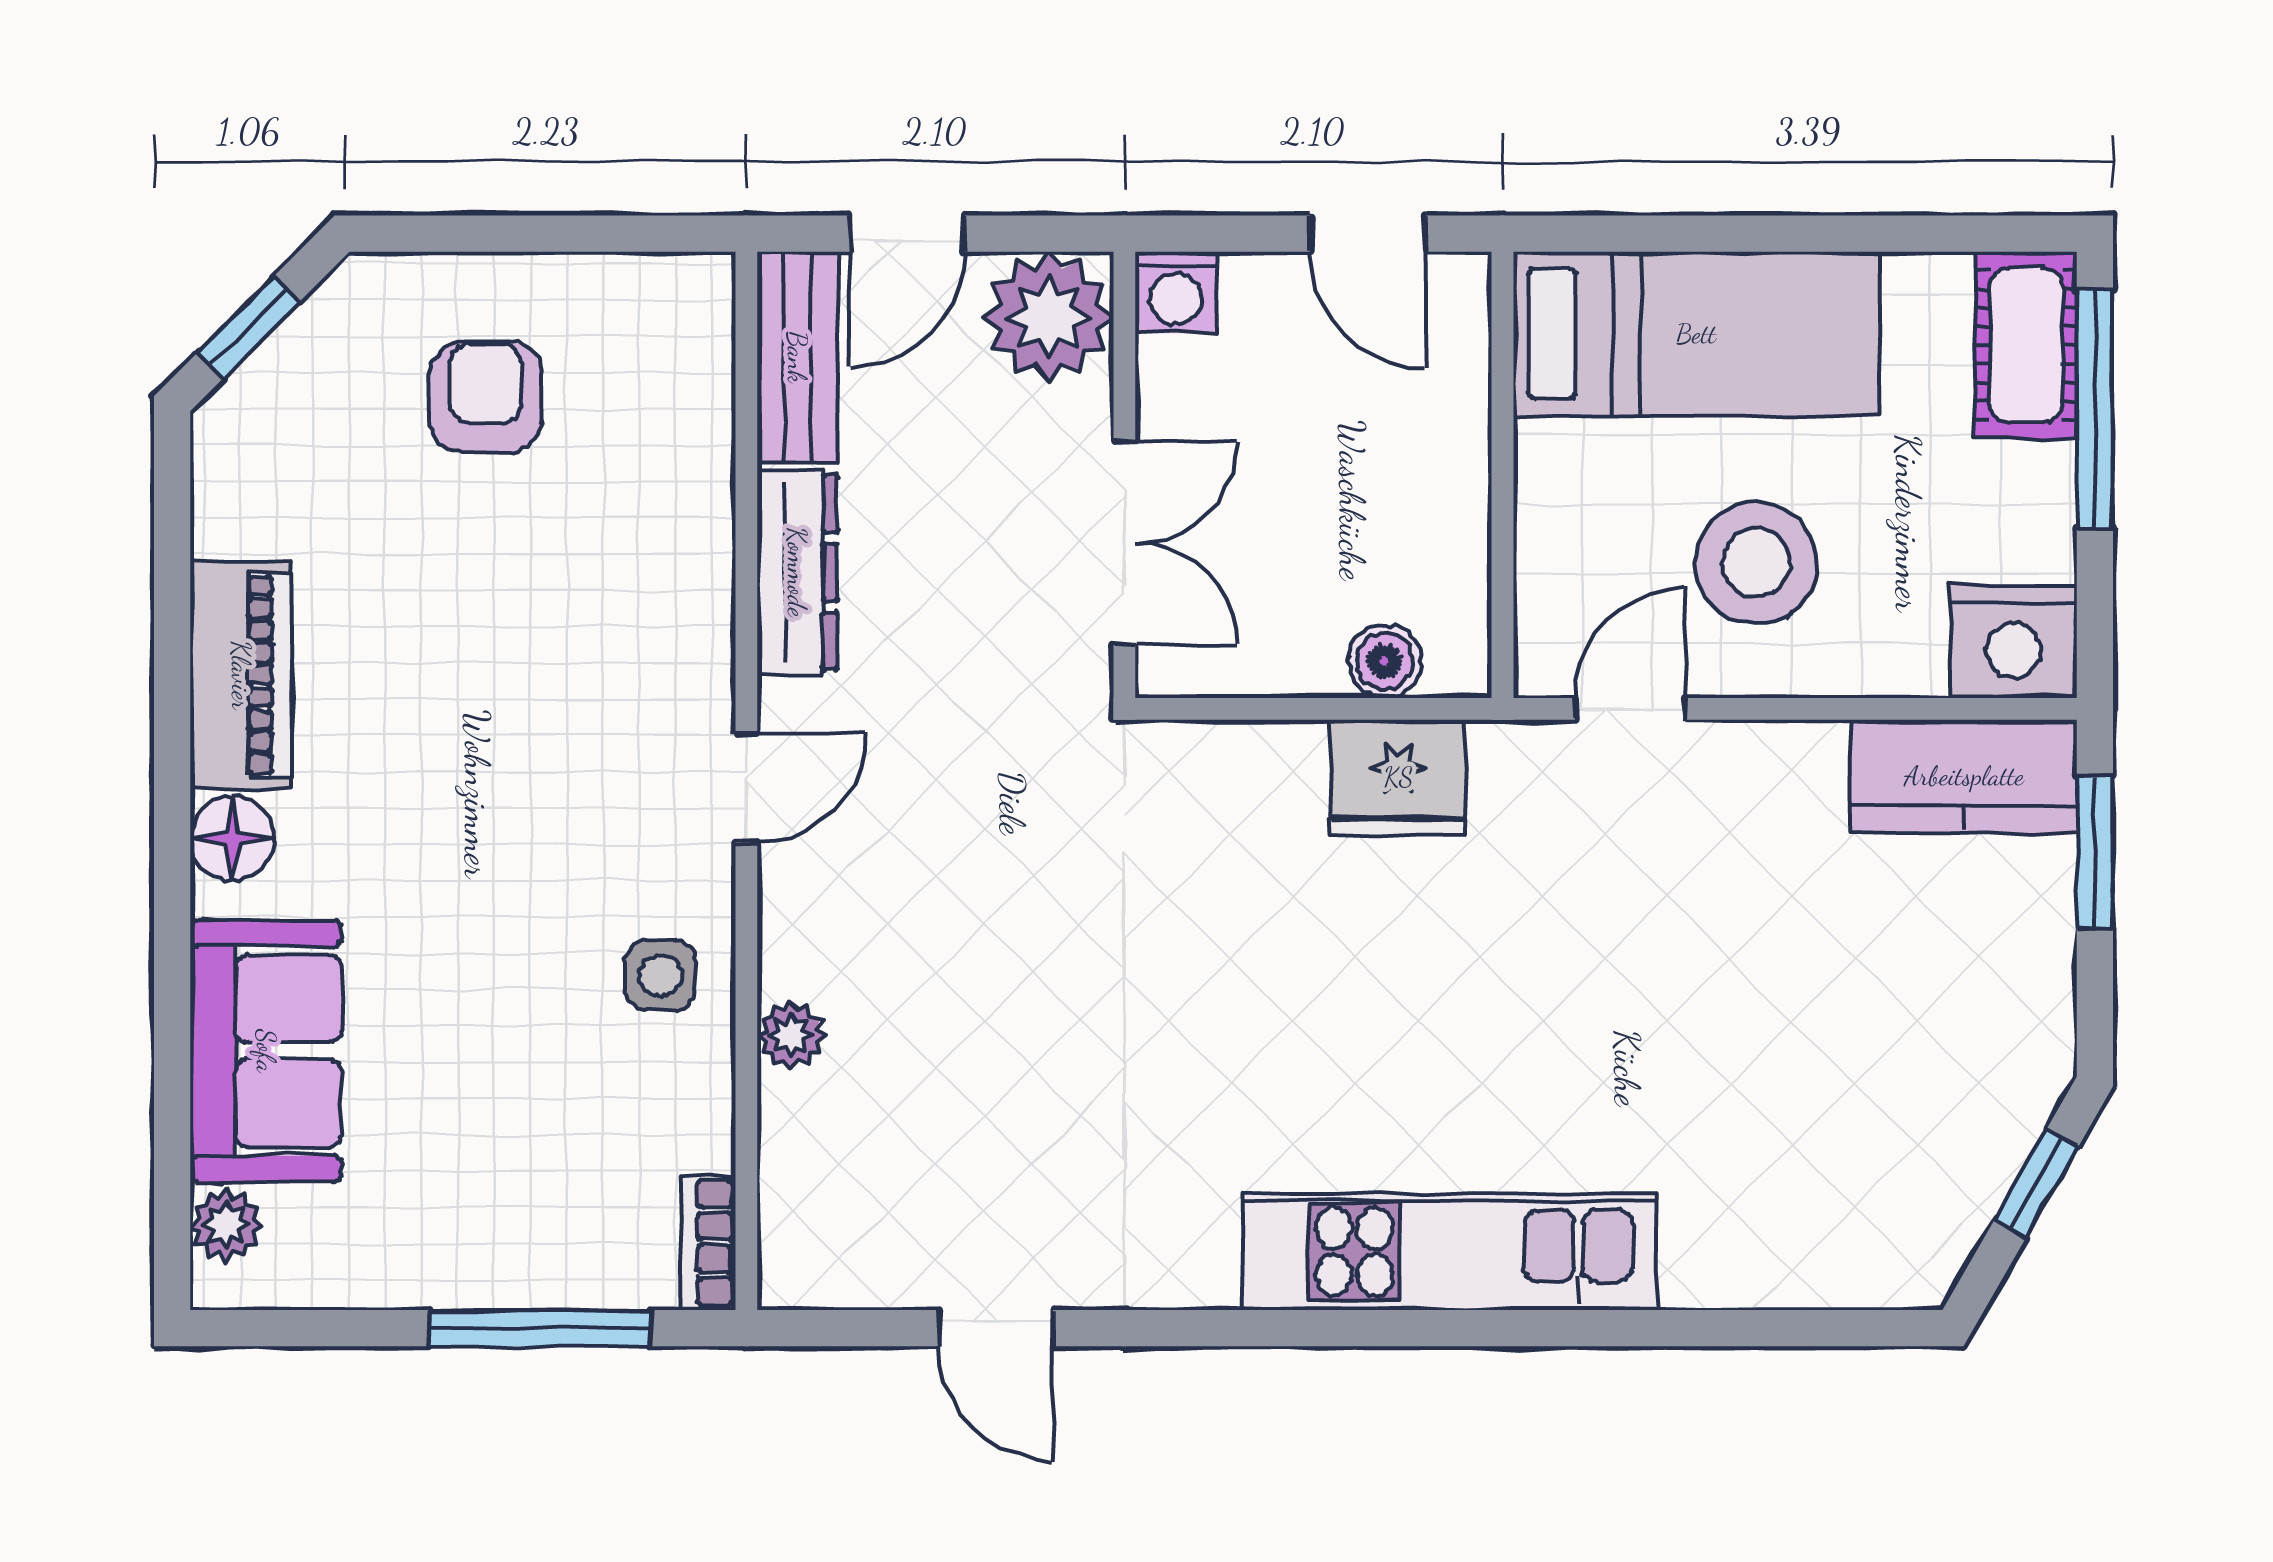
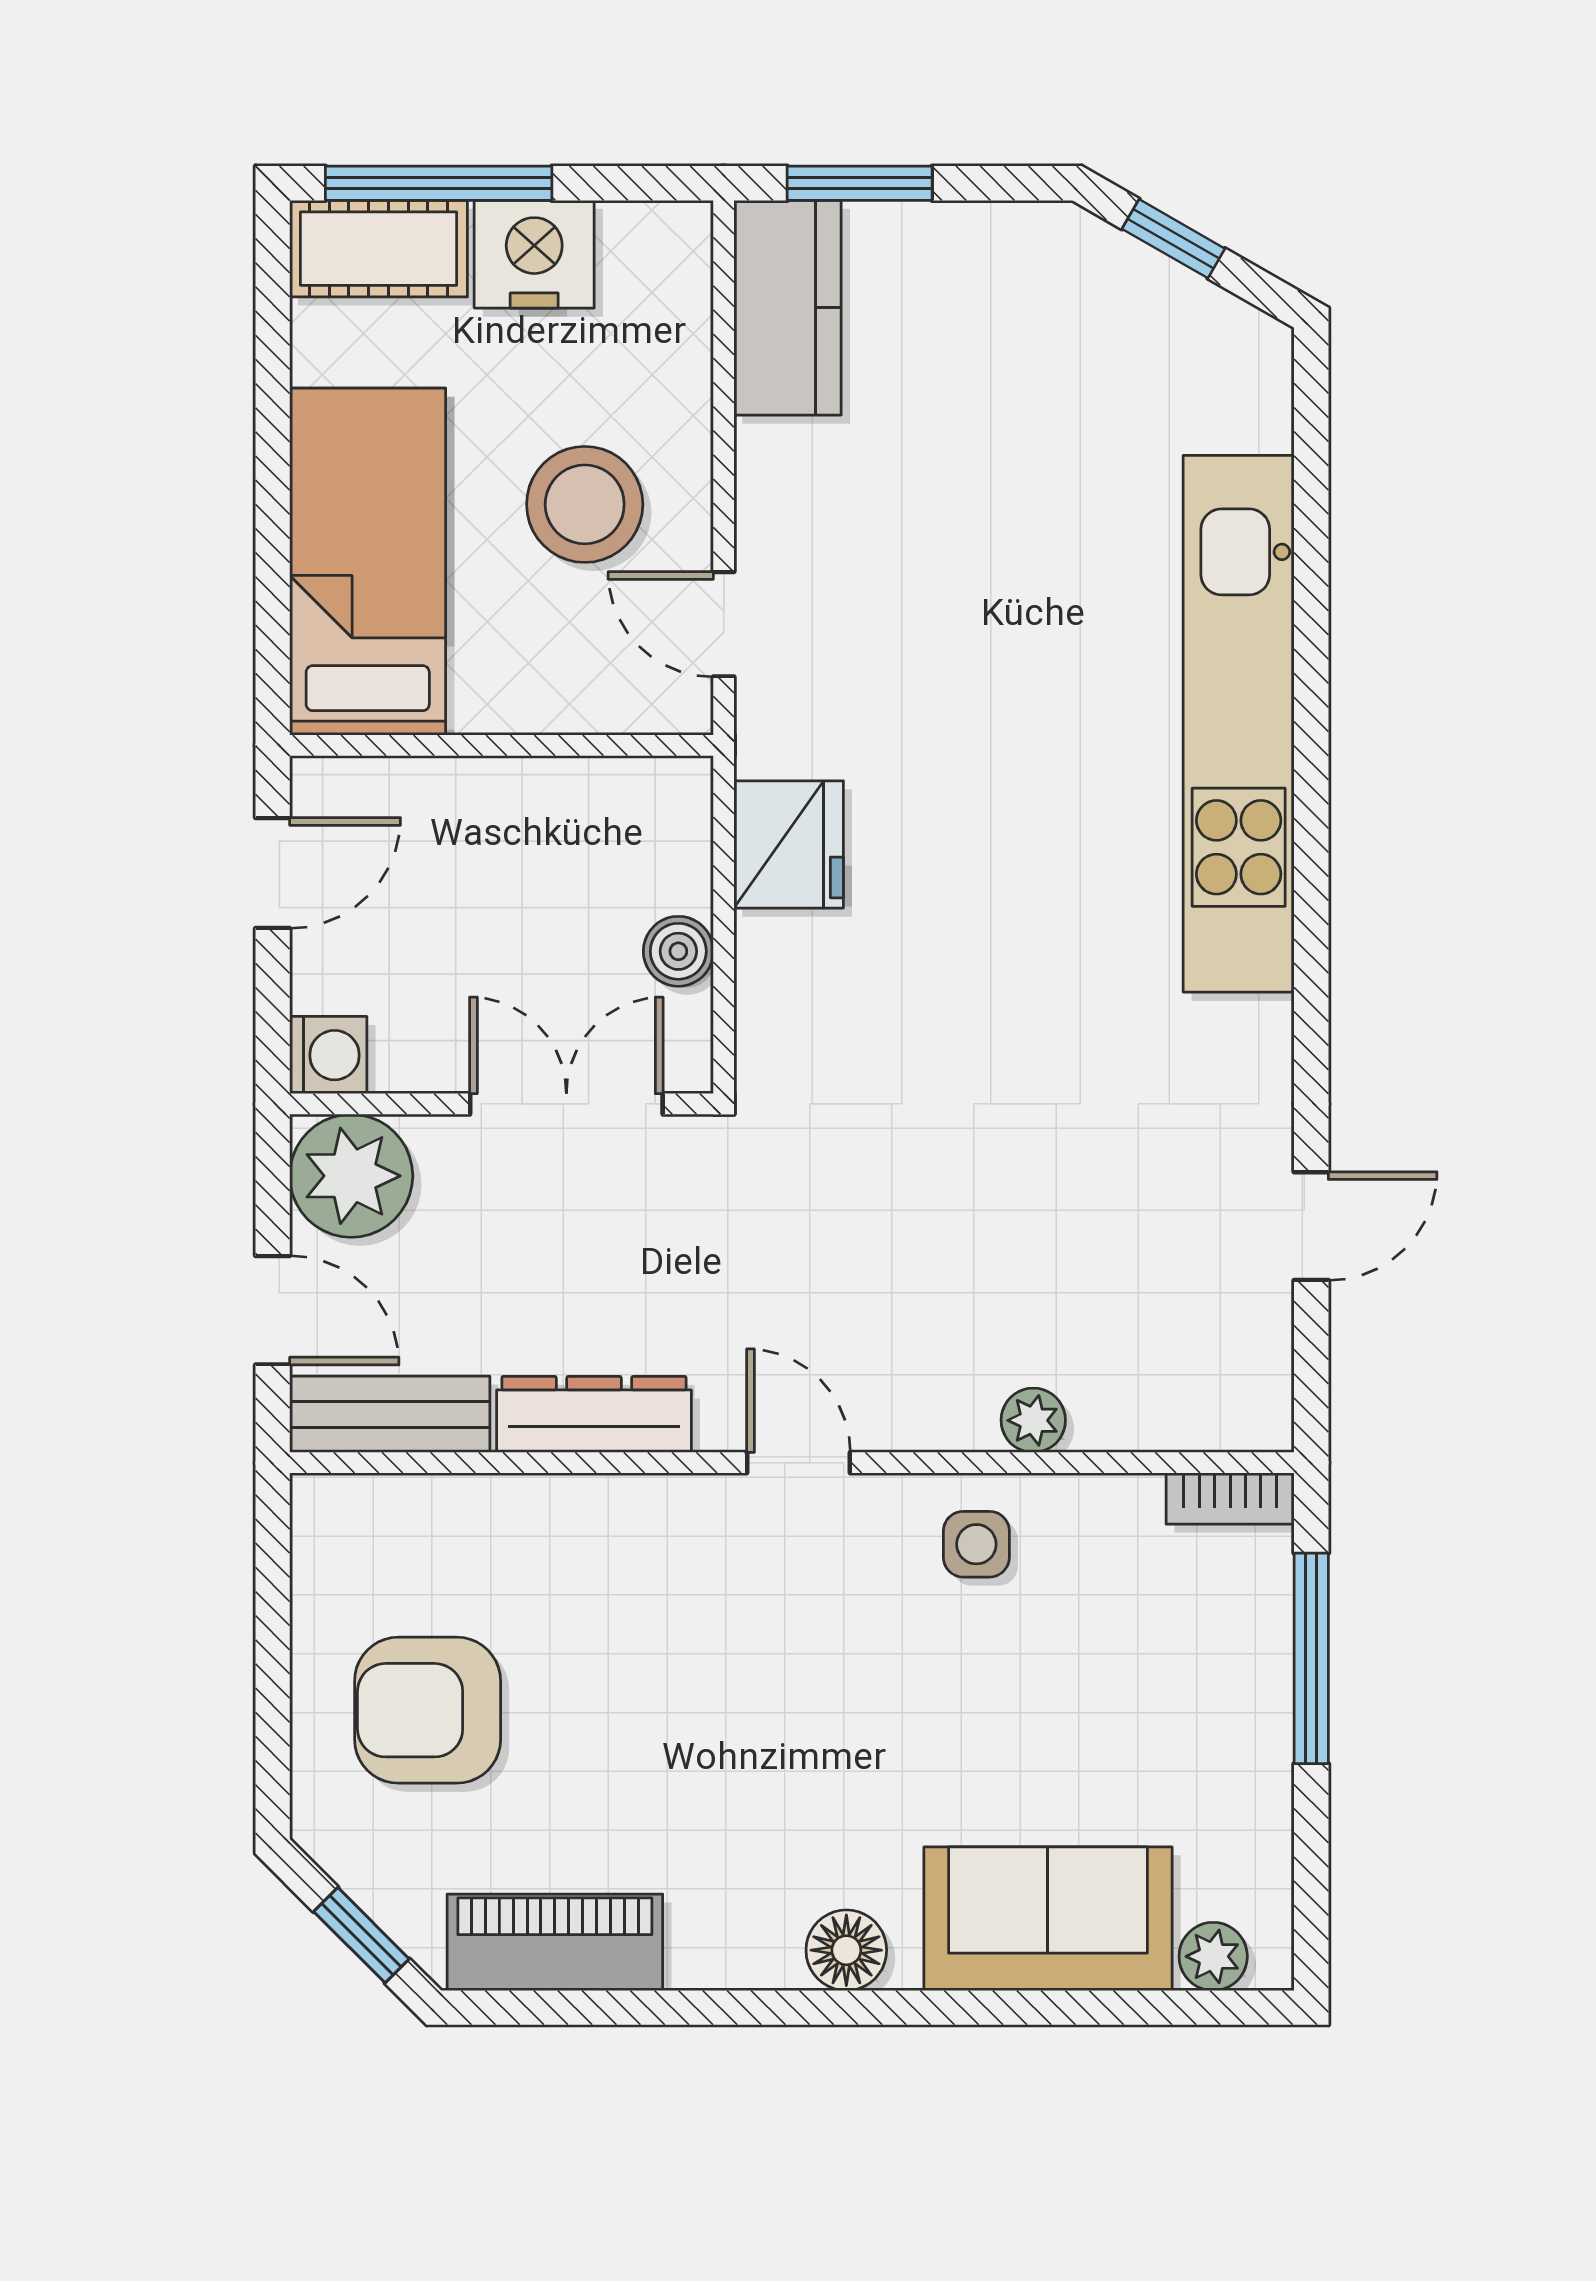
armchair: (486, 397) -> (428, 1710), width x1.38, depth x1.38
nightstand: (2014, 641) -> (534, 254), moved, turned -90
boiler: (1385, 661) -> (678, 951), moved
piano: (241, 675) -> (555, 1942), moved
kitchen unit: (1450, 1252) -> (1239, 724), width x1.36

